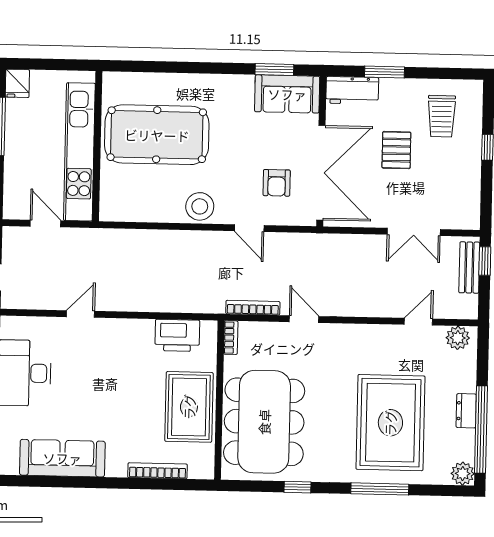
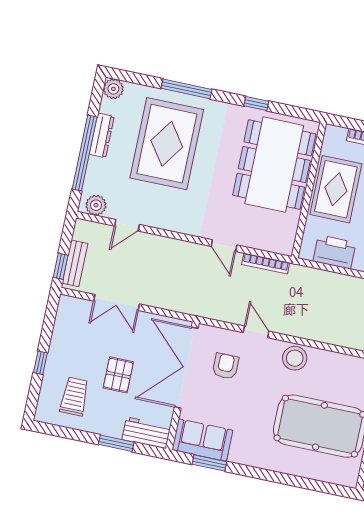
double door: (414, 232) -> (117, 302), swing flipped
bookcase: (231, 338) -> (289, 242), removed
dresser: (466, 411) -> (102, 135), width x1.44
window: (481, 429) -> (85, 153), moved

